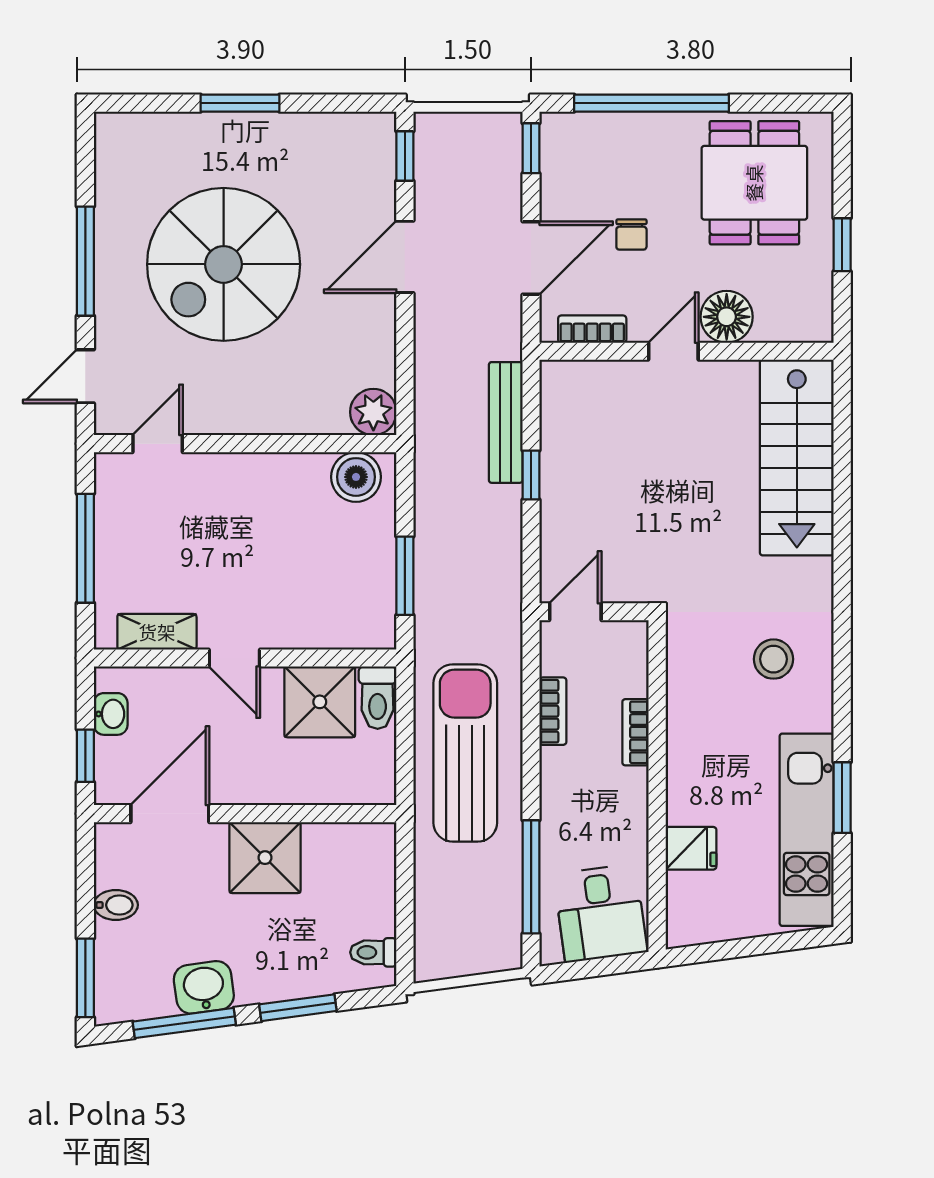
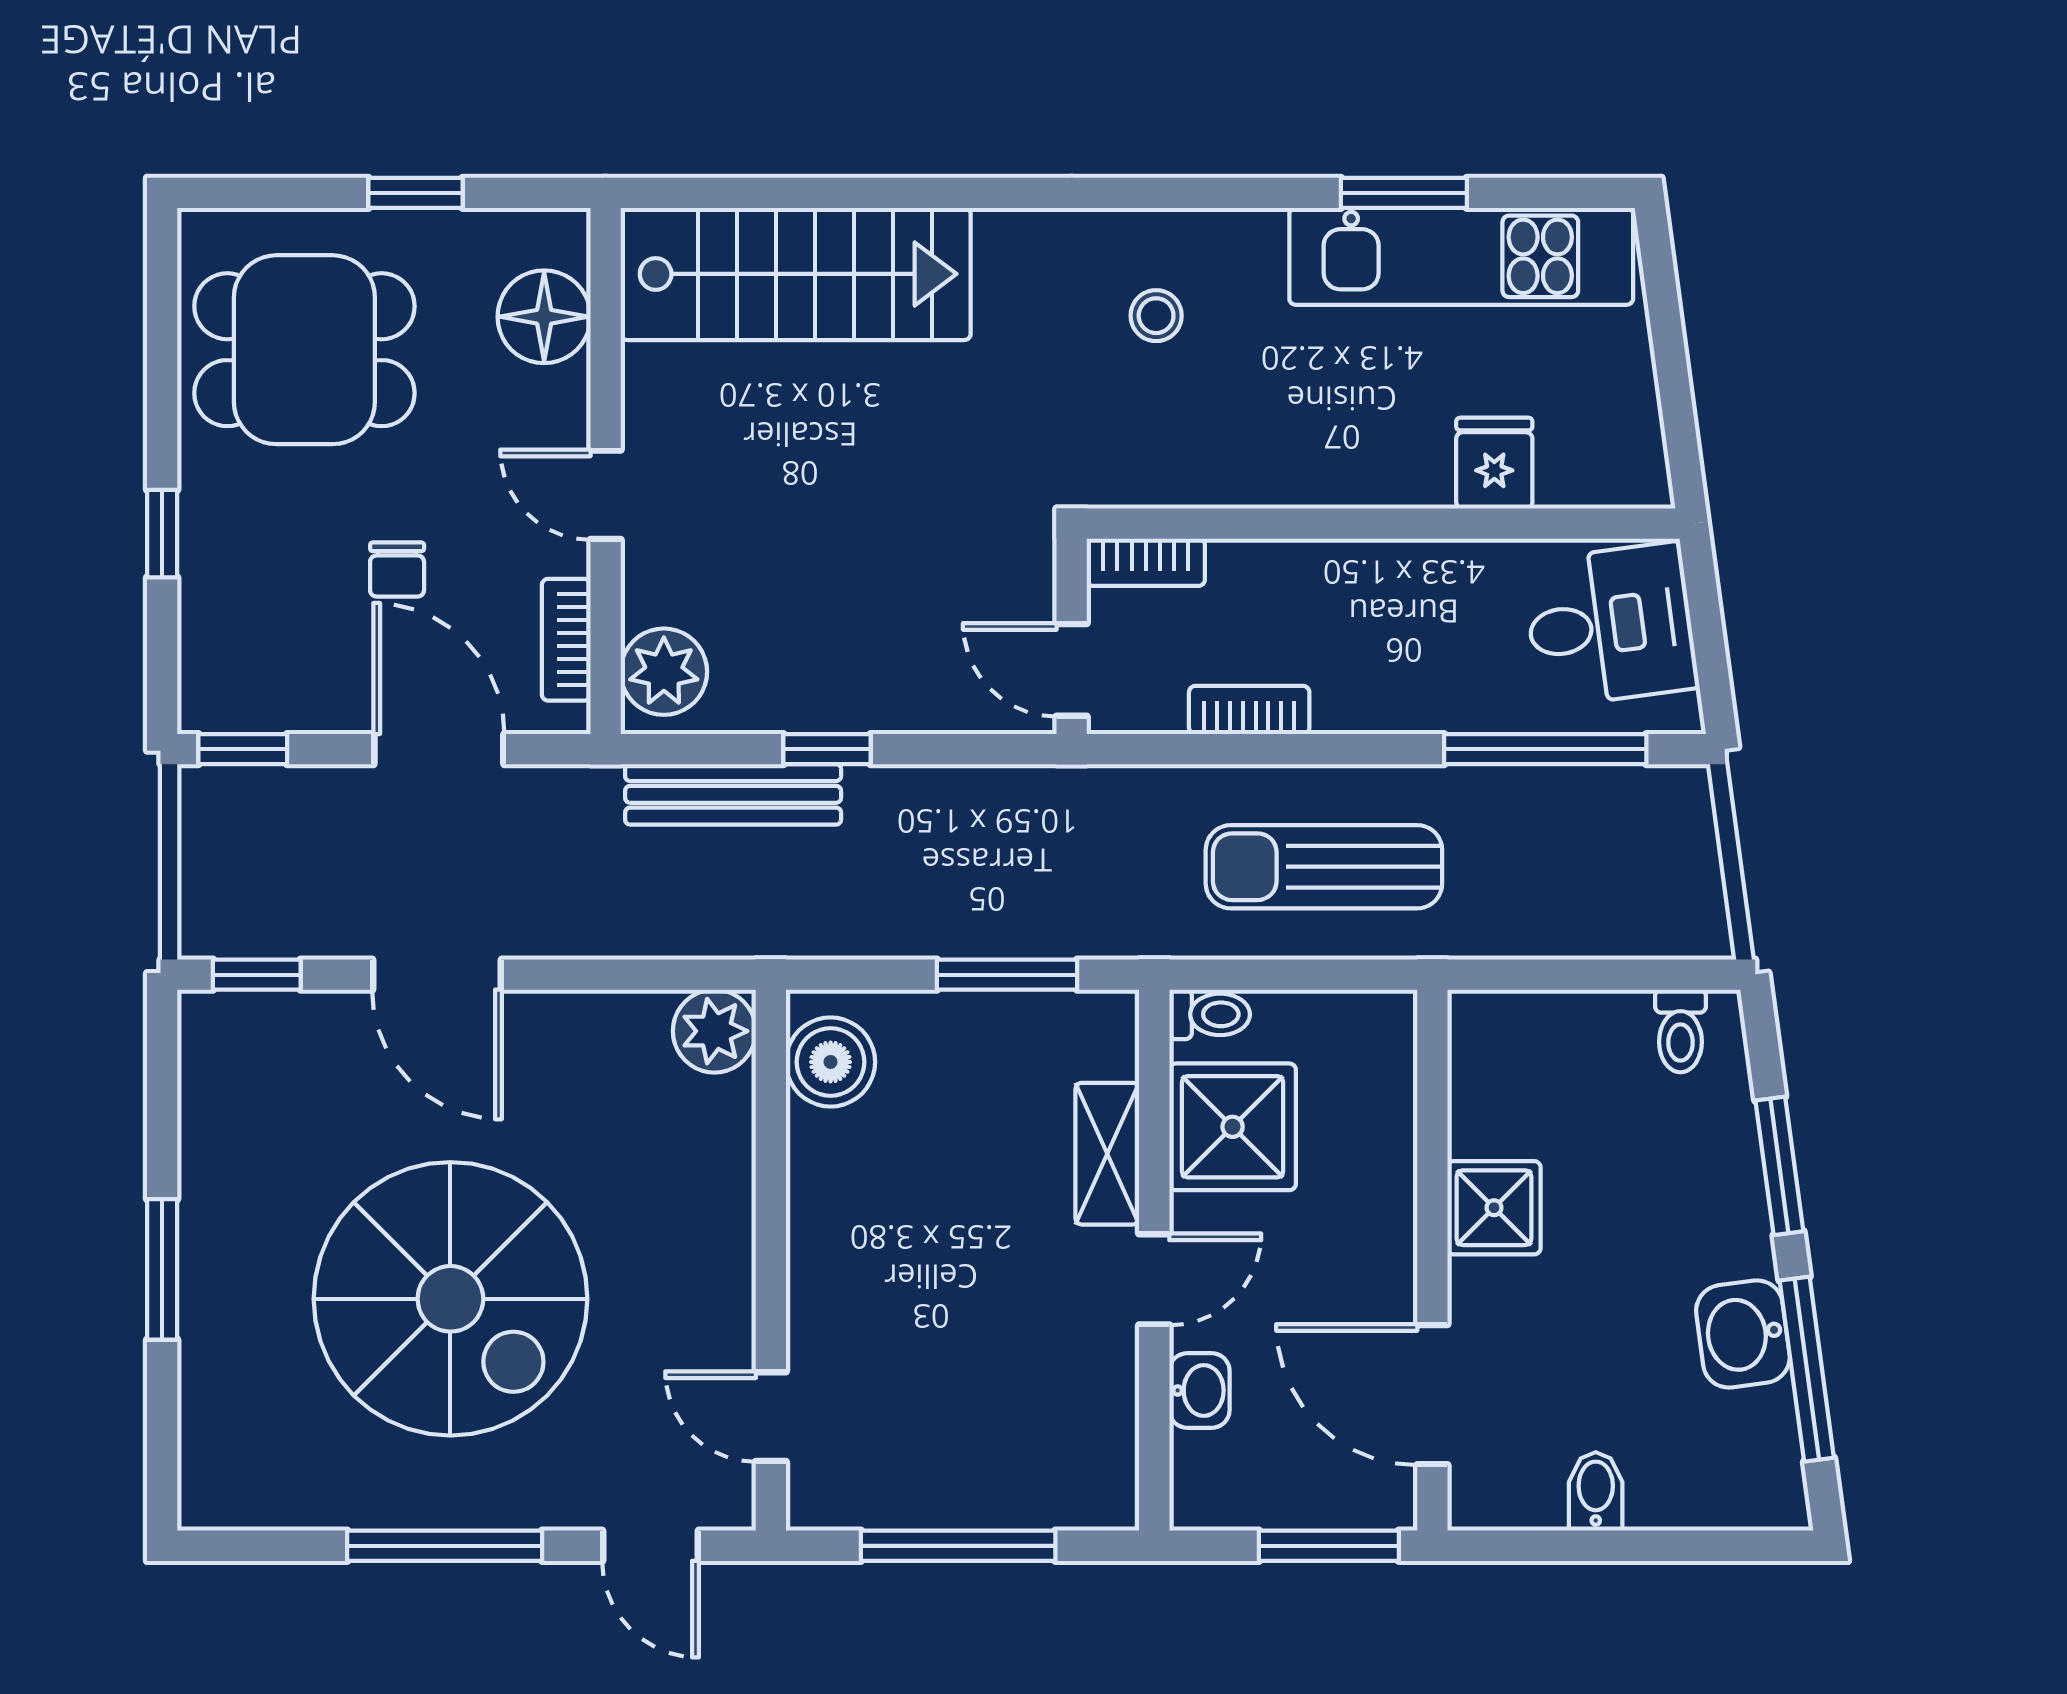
window: (652, 103) -> (162, 534), width x0.32
chair: (631, 235) -> (397, 570), turned 90
floor lamp: (727, 317) -> (544, 317), moved
plant: (574, 384) -> (664, 672), added
shelving: (157, 632) -> (1107, 1154), moved
stool: (773, 659) -> (1156, 316), width x0.73, depth x0.73
toilet: (378, 698) -> (1210, 1014), width x0.73, depth x0.72
washbasin: (111, 714) -> (1199, 1390), moved, turned 90
bookcase: (635, 732) -> (1146, 562), moved
sun lounger: (465, 753) -> (1324, 867), width x0.73, depth x0.75
window: (85, 756) -> (1329, 1546), width x1.50
shower: (265, 858) -> (1494, 1208), width x0.73, depth x0.73
window: (85, 978) -> (1726, 1546), removed

